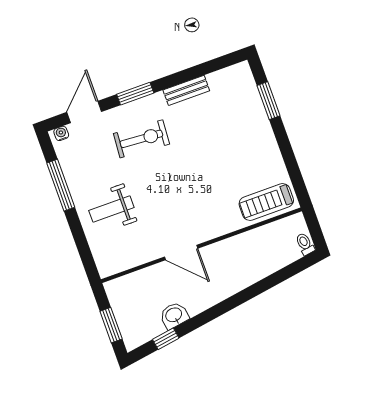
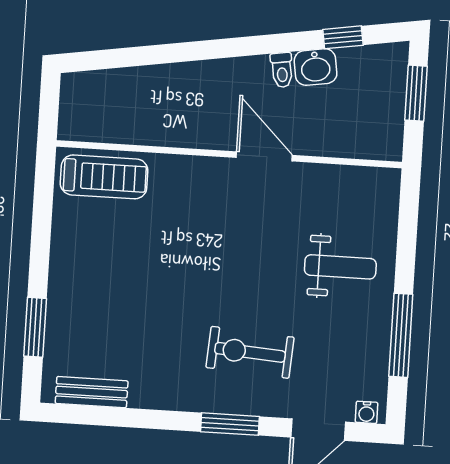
bench: (186, 90) -> (92, 392), moved
toilet: (305, 244) -> (282, 70), moved

